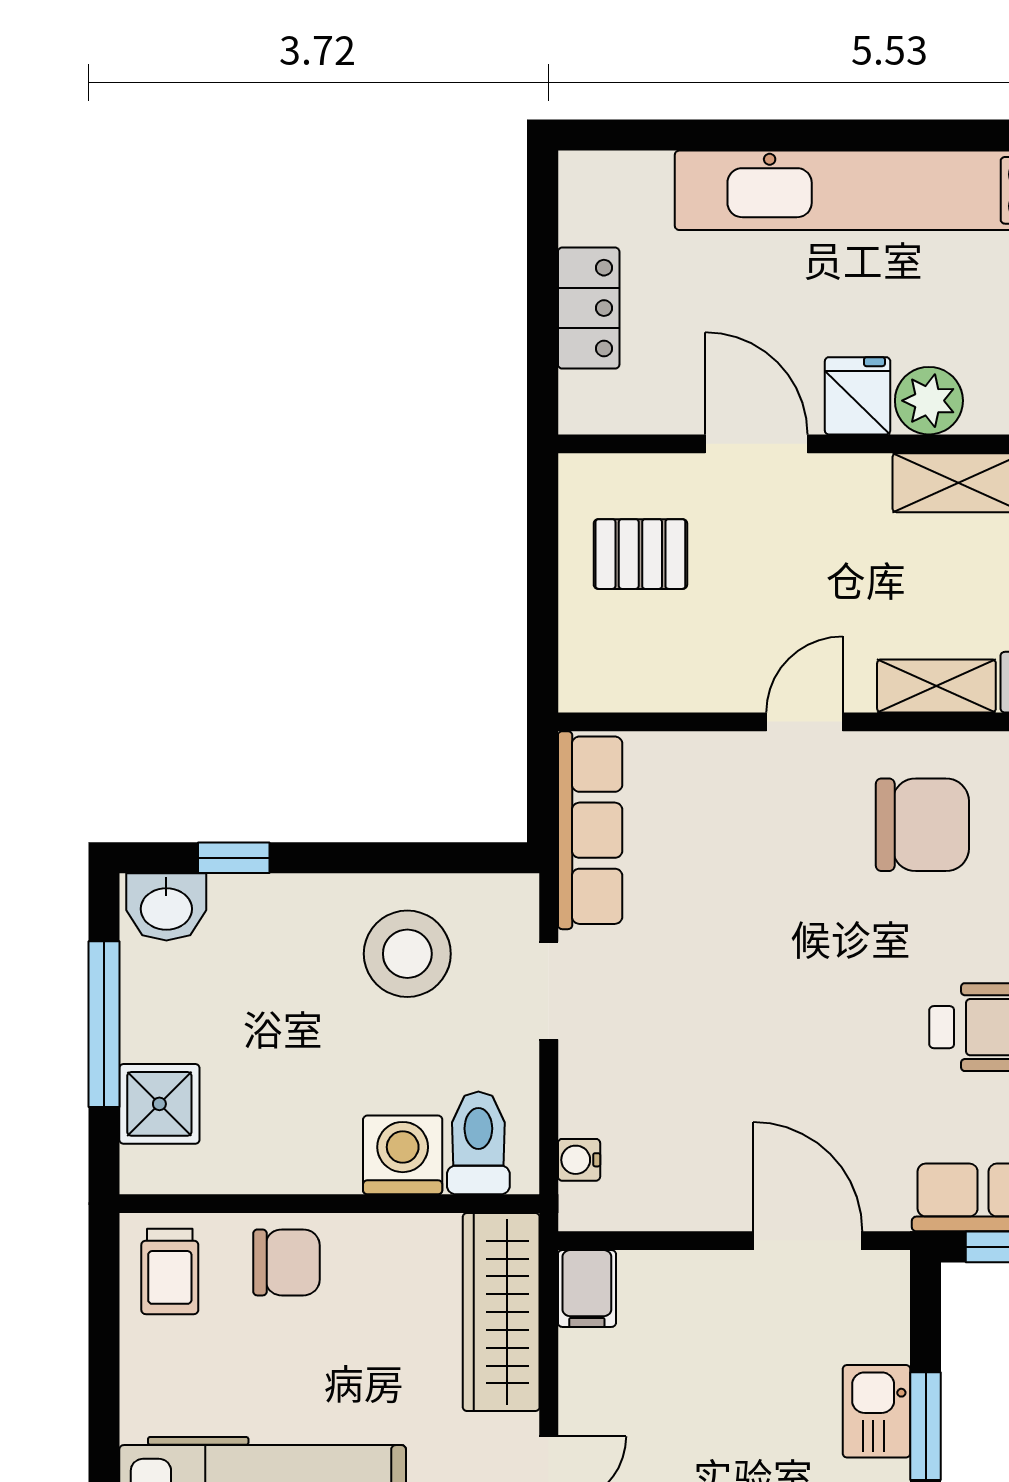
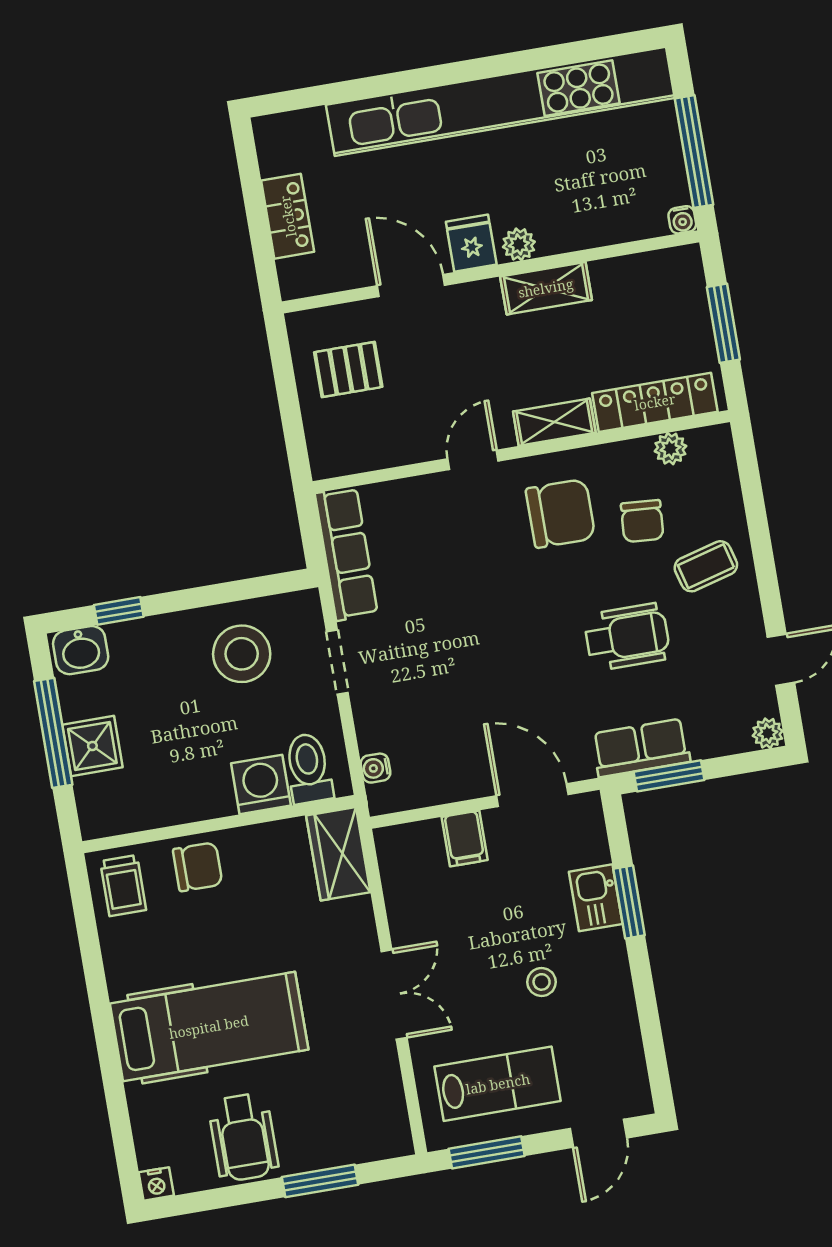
plant: (929, 401) -> (519, 244), width x0.73, depth x0.73
shower: (159, 1104) -> (92, 746), moved
filing cabinet: (587, 1289) -> (465, 839), moved
wardrobe: (501, 1312) -> (338, 854), width x0.67

